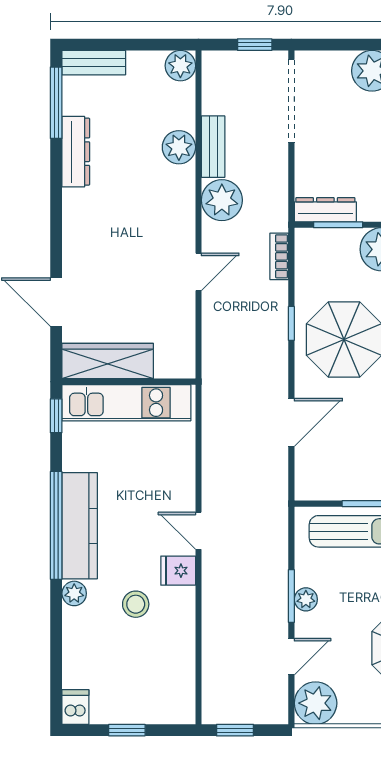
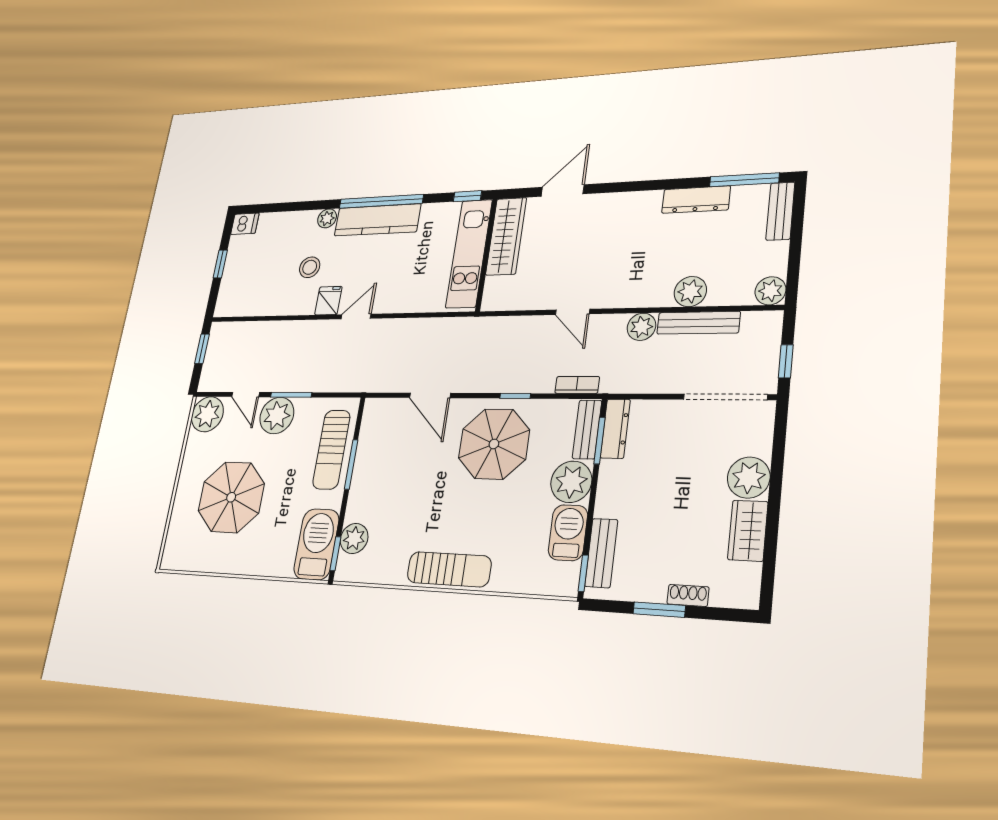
bench: (213, 147) -> (698, 323), width x1.36
plant: (222, 200) -> (641, 327), width x0.73, depth x0.73
bench: (327, 240) -> (587, 429), added
plant: (306, 599) -> (277, 415), width x1.88, depth x1.88

